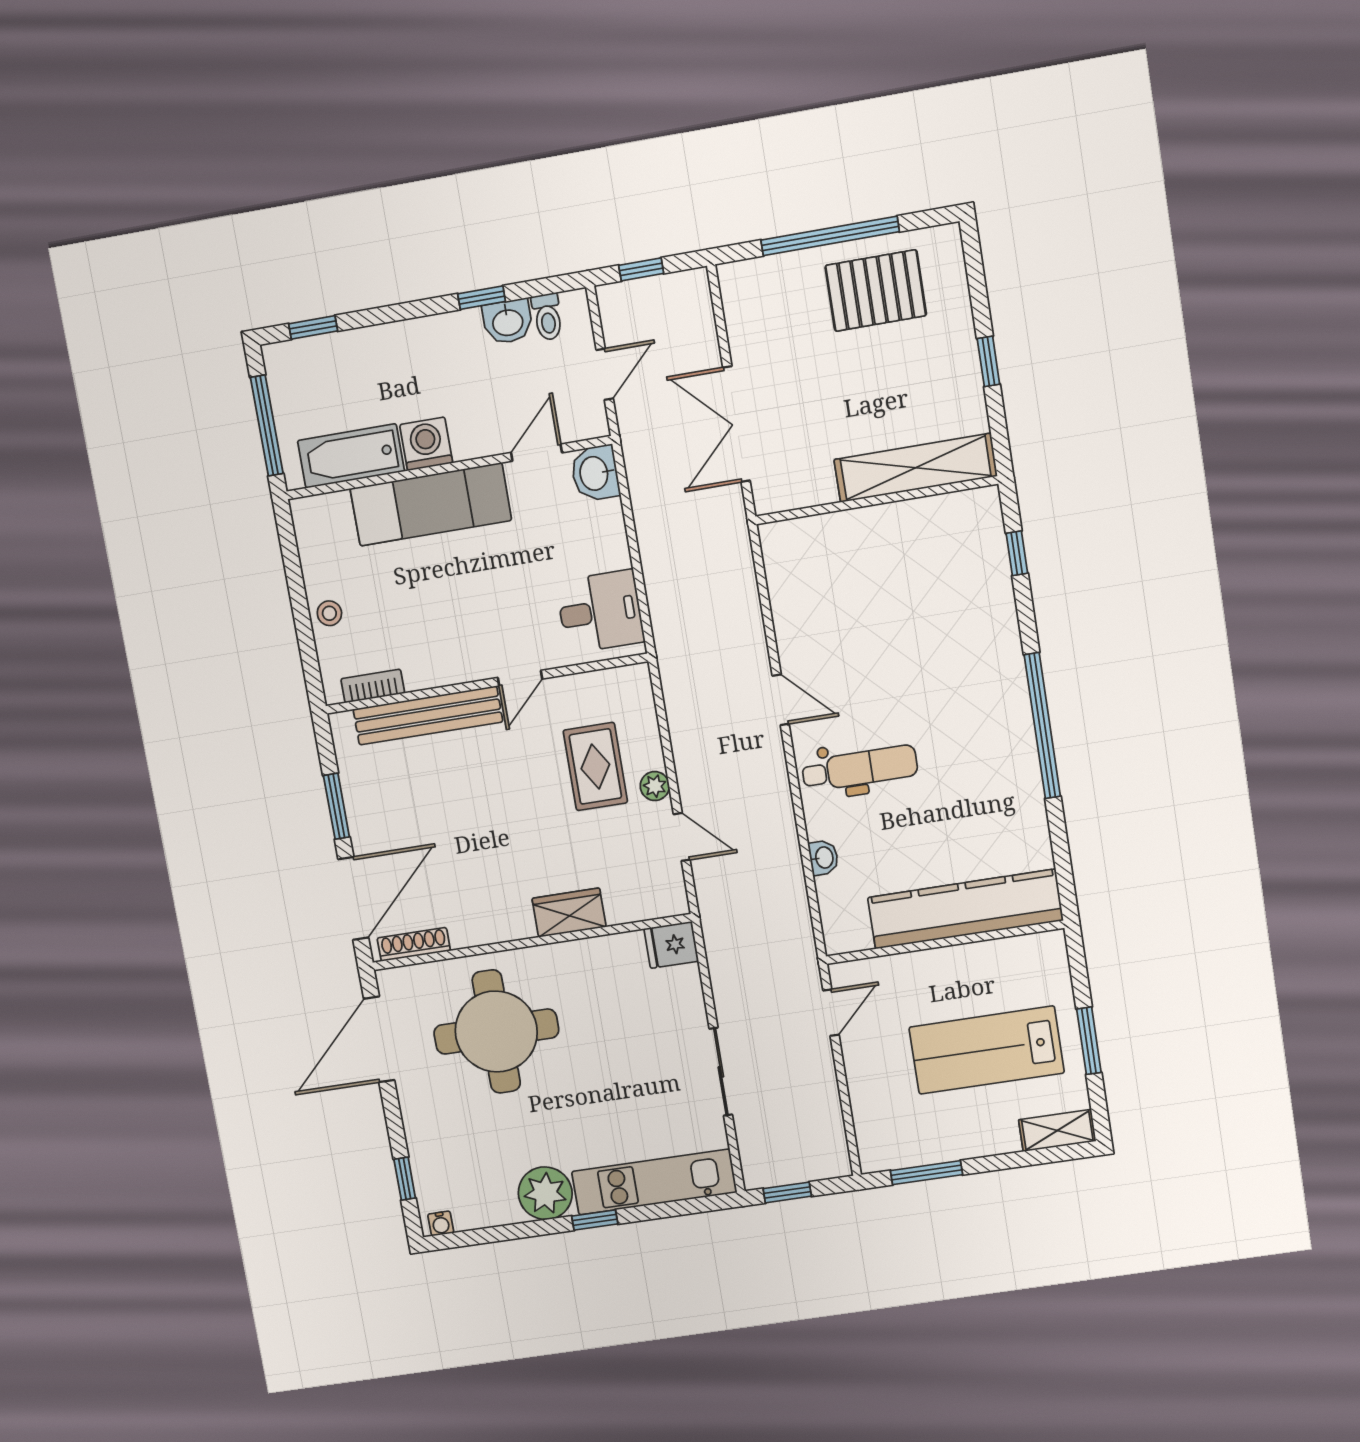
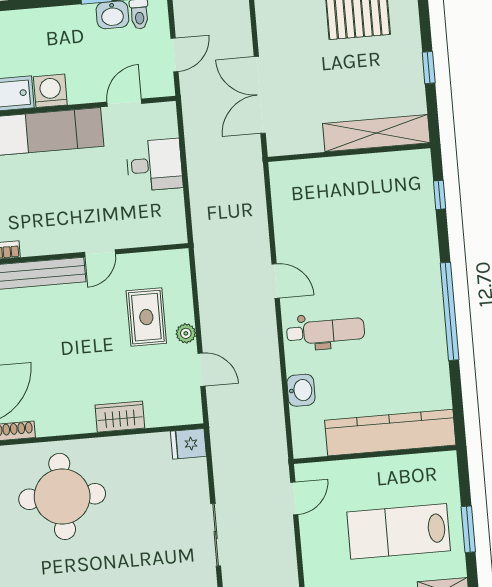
washbasin: (595, 473) -> (163, 120), removed
desk: (600, 612) -> (154, 165), moved
washbasin: (824, 858) -> (301, 390), width x1.38, depth x1.45

